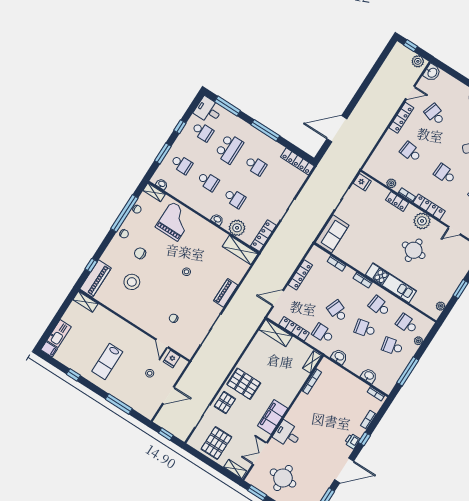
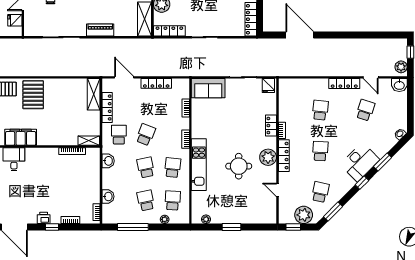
plant: (391, 183) -> (283, 111), removed

